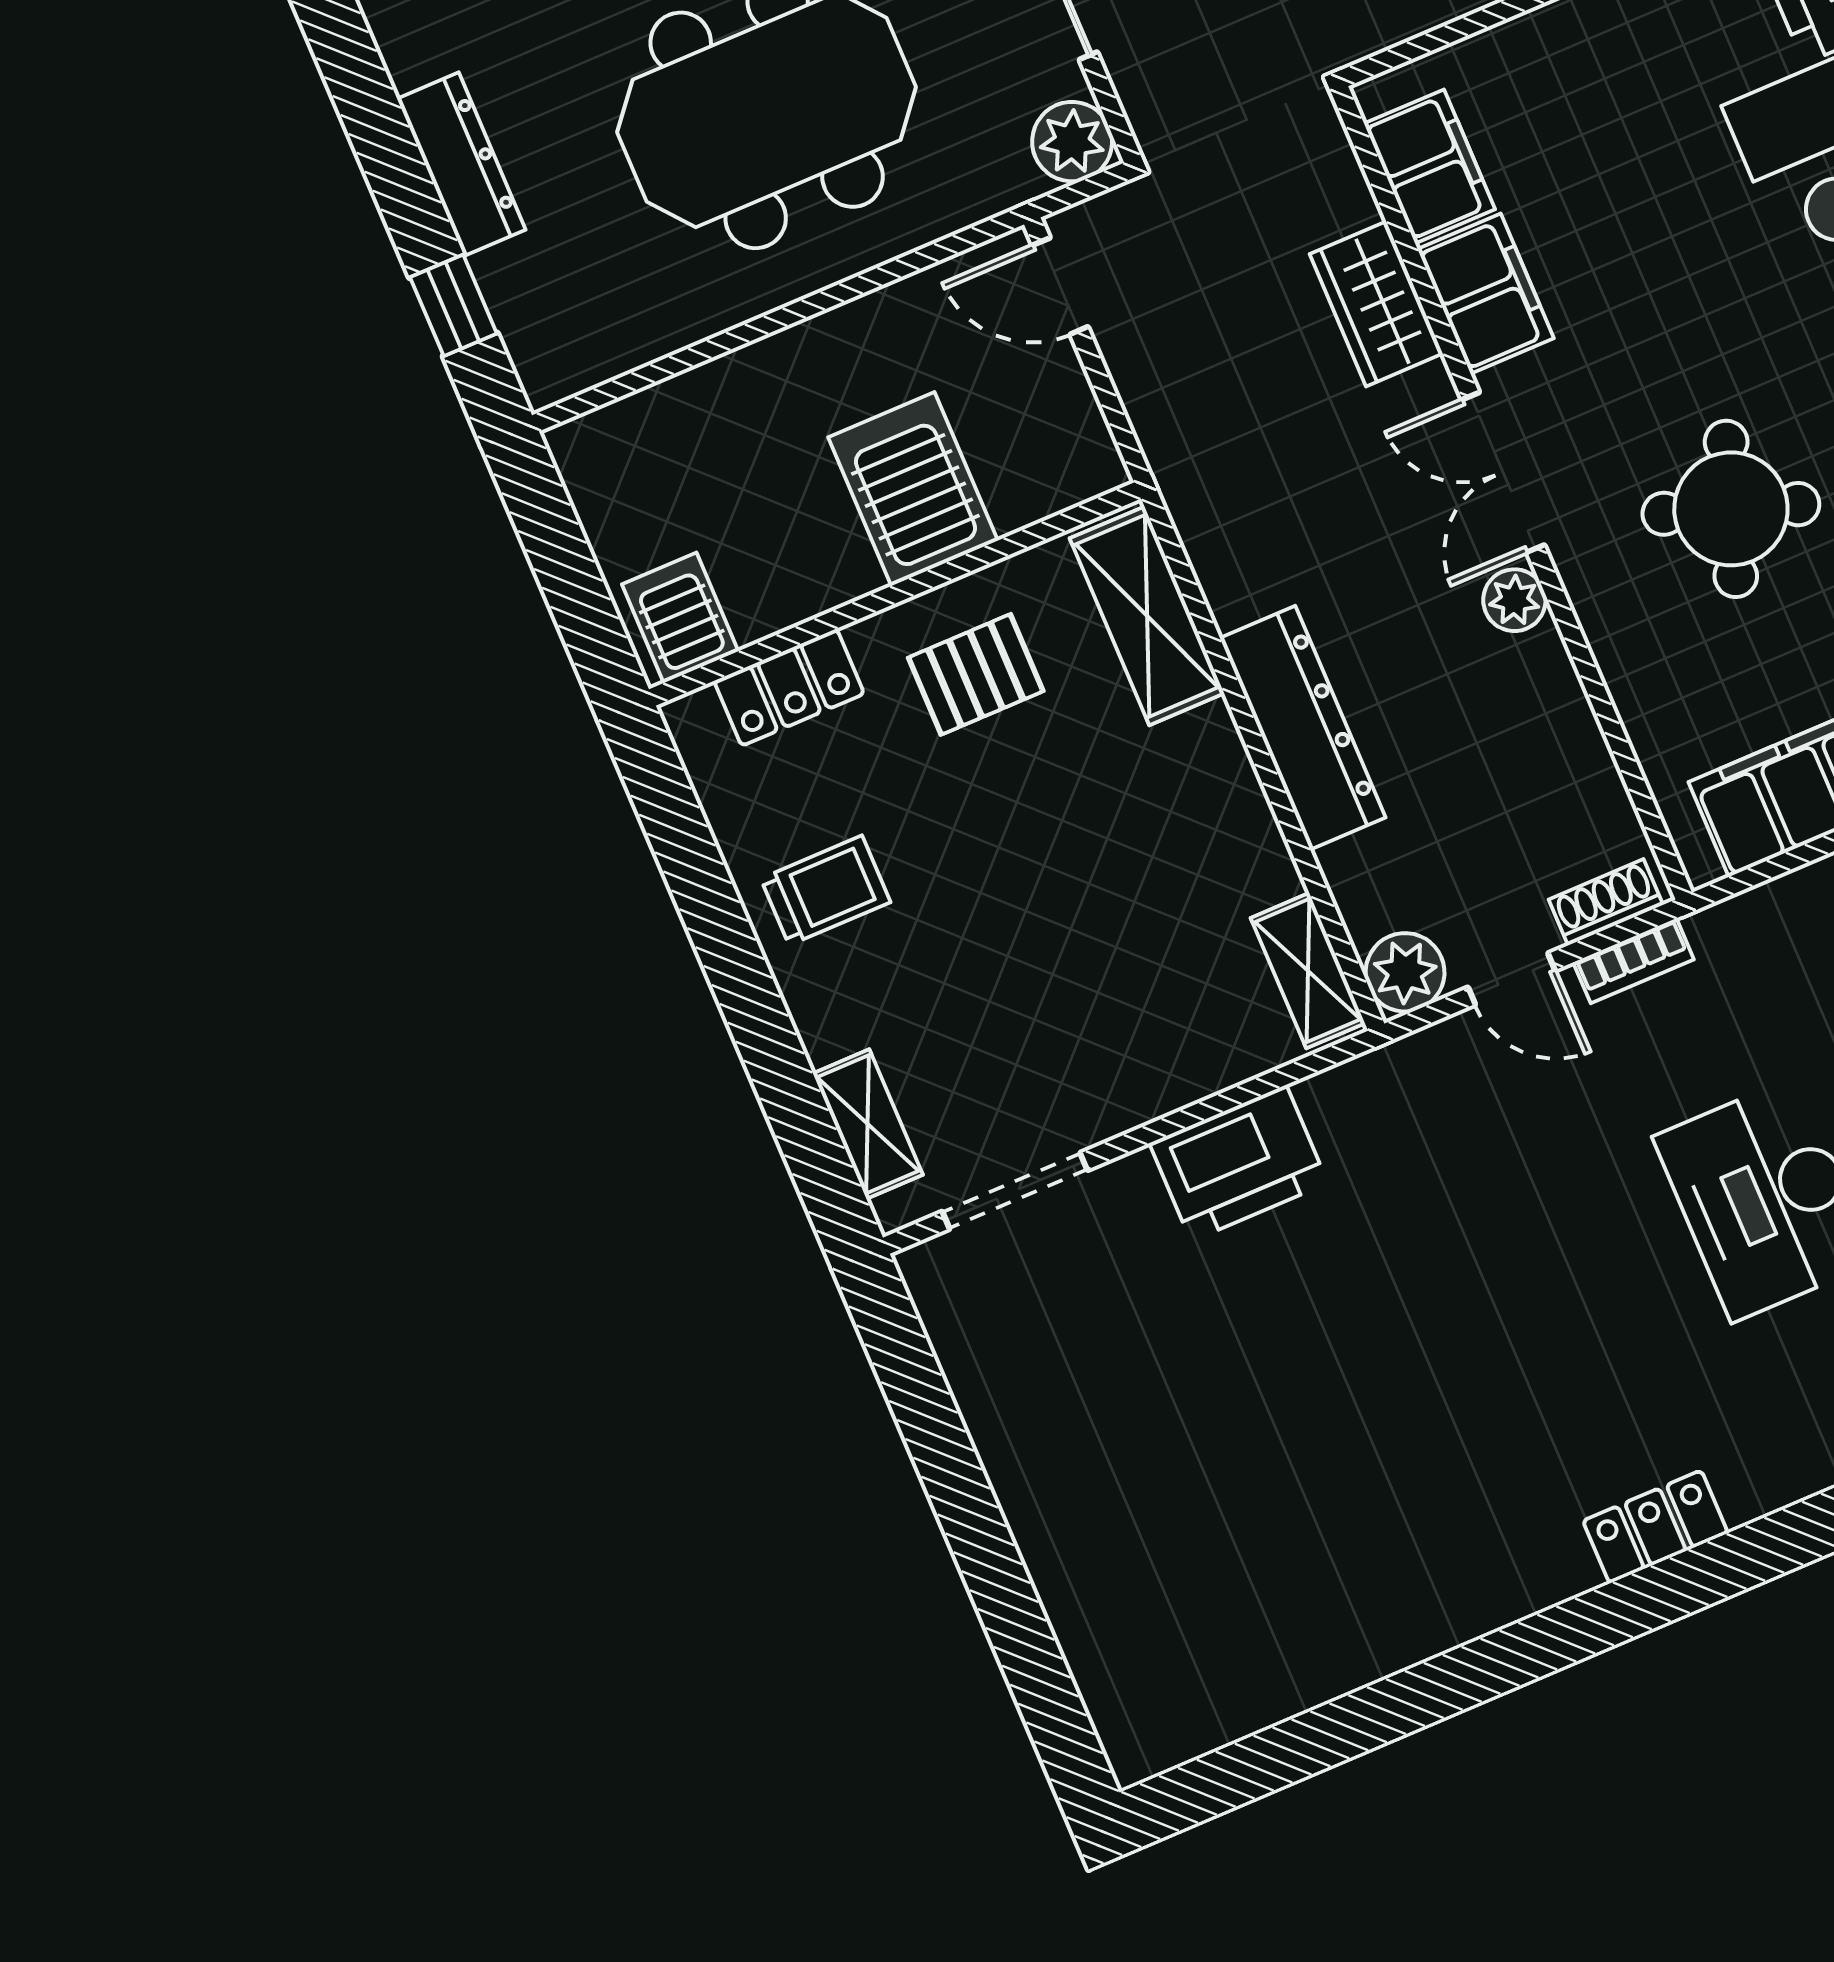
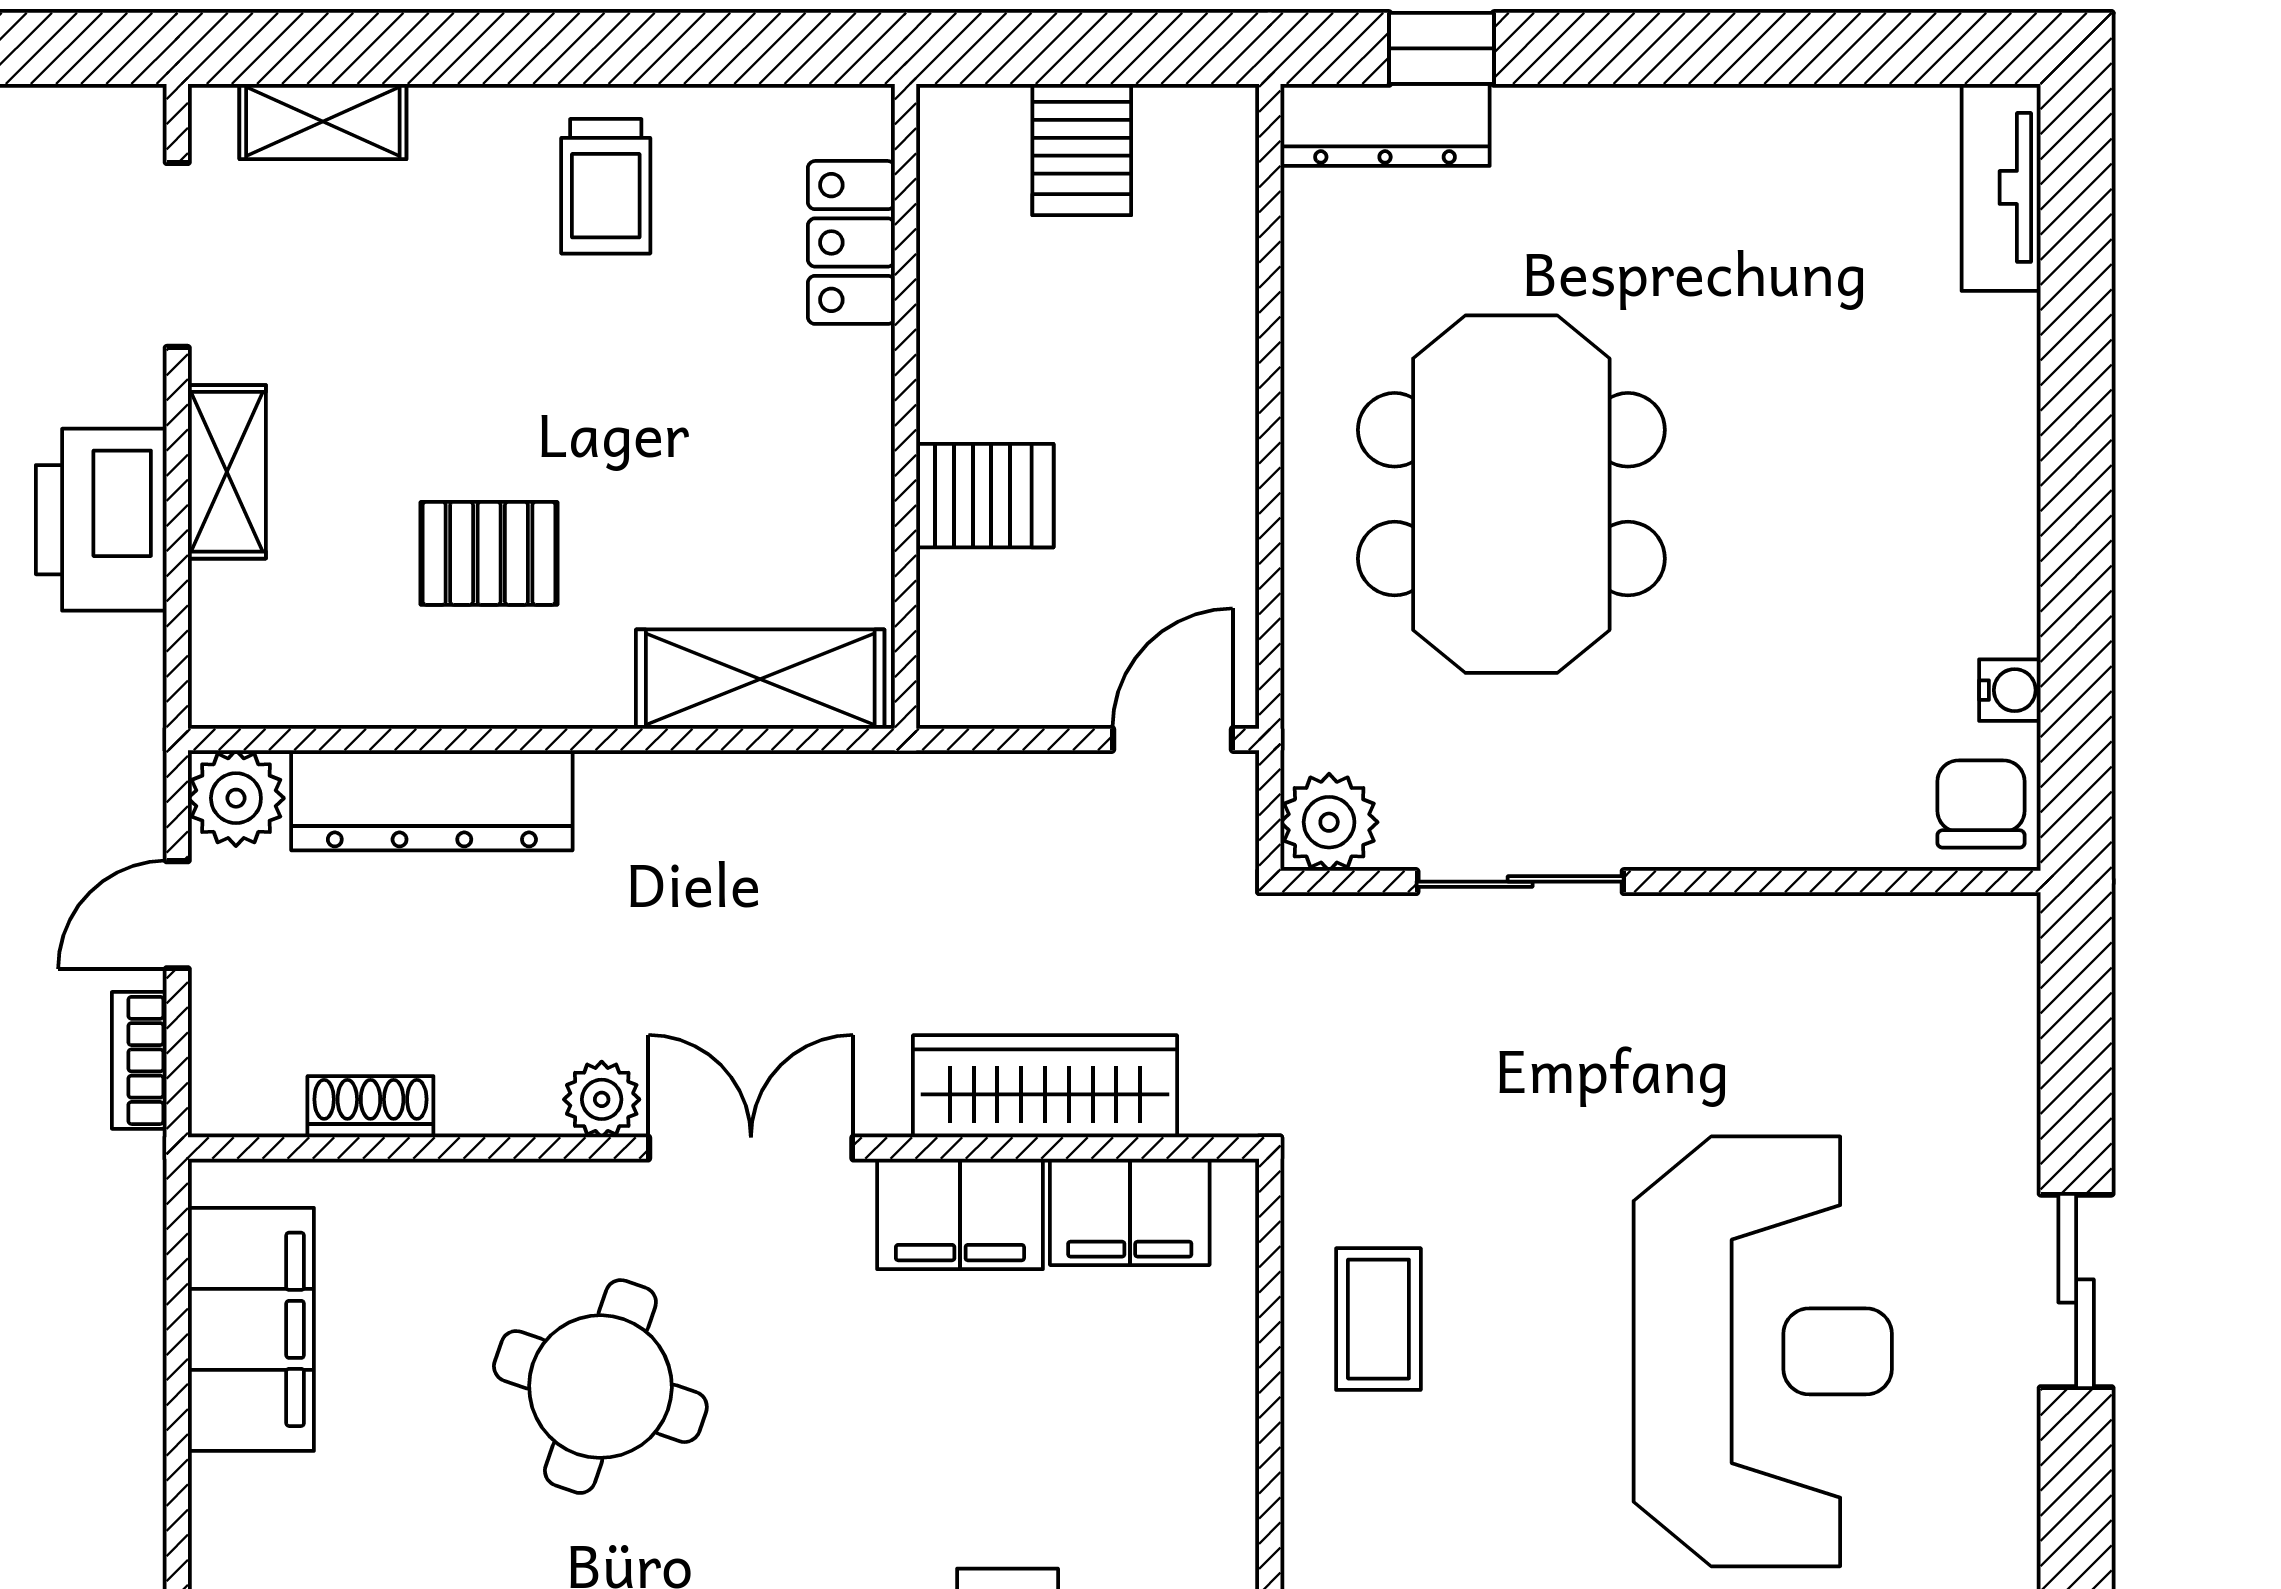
dresser: (461, 164) -> (1385, 125), moved
wardrobe: (1376, 304) -> (1045, 1086), width x1.50
server rack: (913, 489) -> (985, 496), width x0.73, depth x0.70
server rack: (680, 618) -> (1082, 150), moved, turned 90
pallet: (976, 674) -> (489, 553), moved, turned 90
dresser: (1303, 728) -> (432, 800), moved
shoe rack: (1606, 902) -> (370, 1107), moved, turned -90
shelving: (1308, 971) -> (227, 472), moved, turned 90

